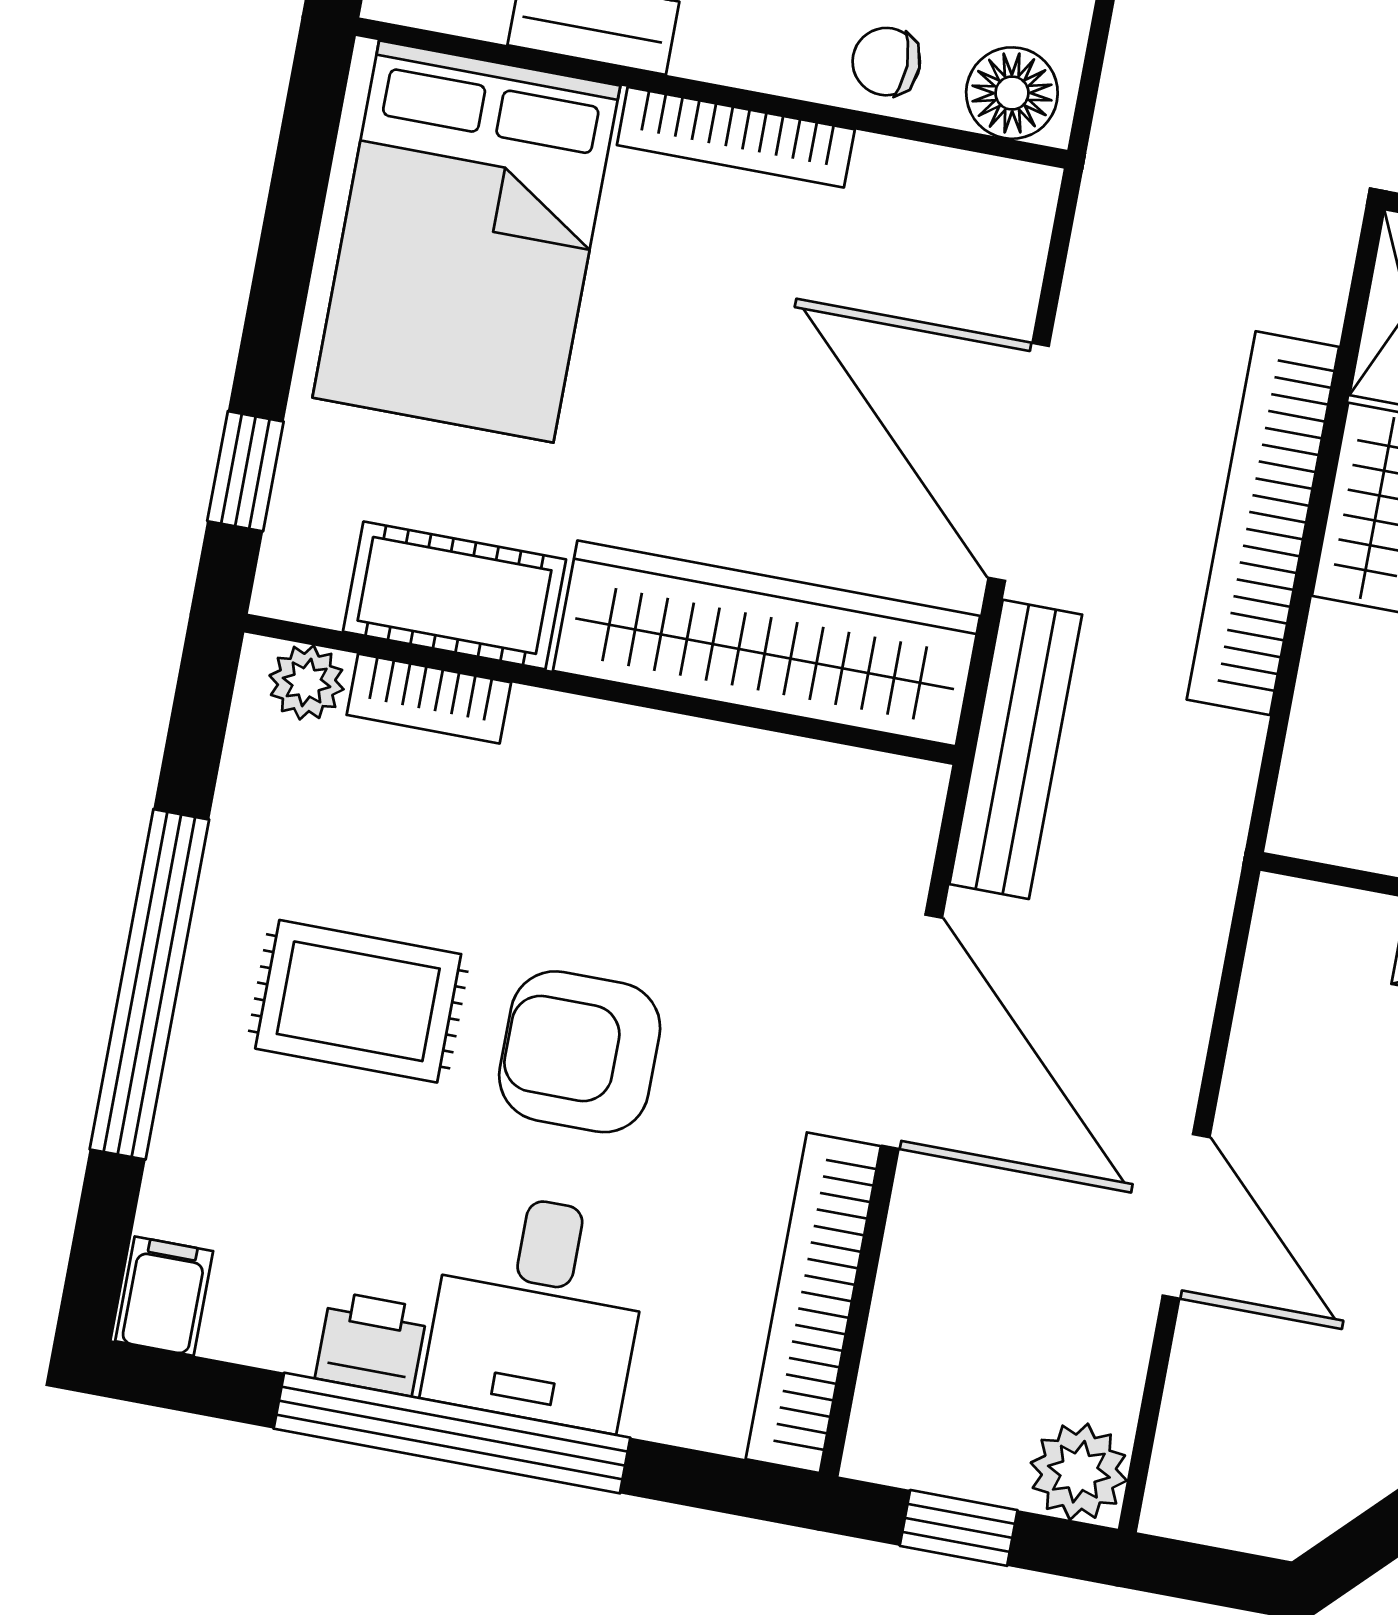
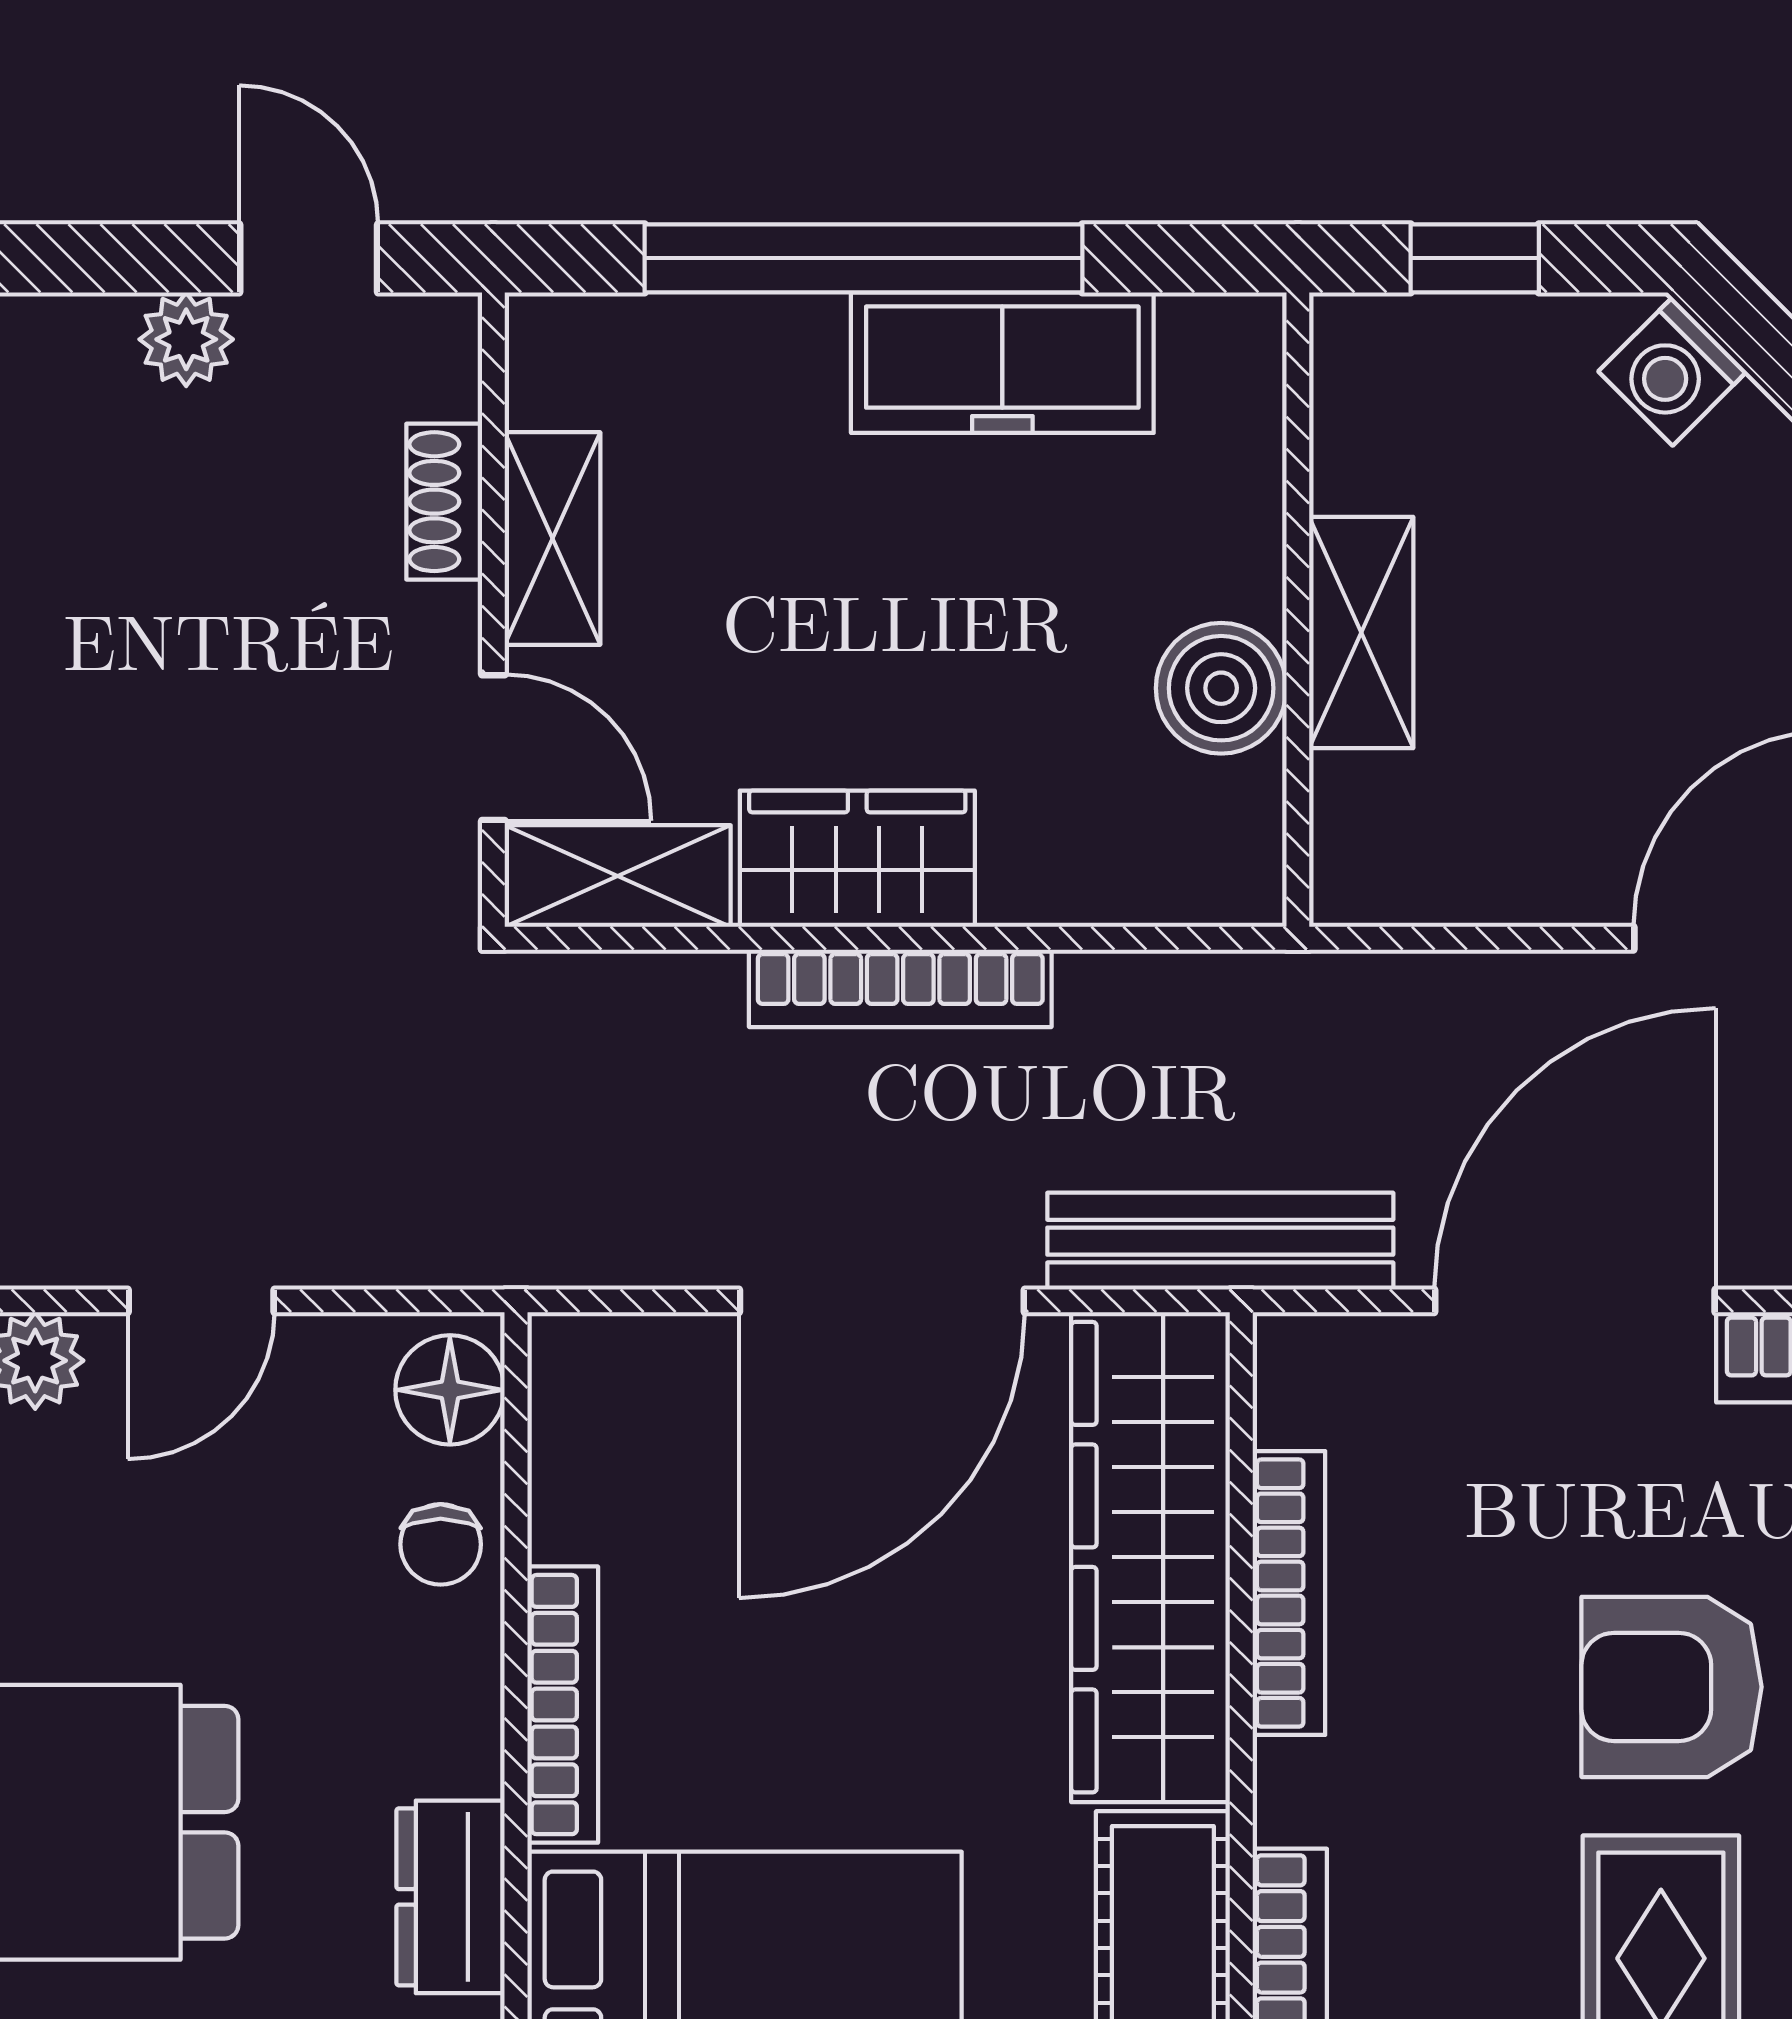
bookcase: (1263, 523) -> (900, 988), width x0.68, depth x0.76
bookcase: (716, 752) -> (1289, 1593), added
armchair: (580, 1052) -> (1672, 1687), turned 90

